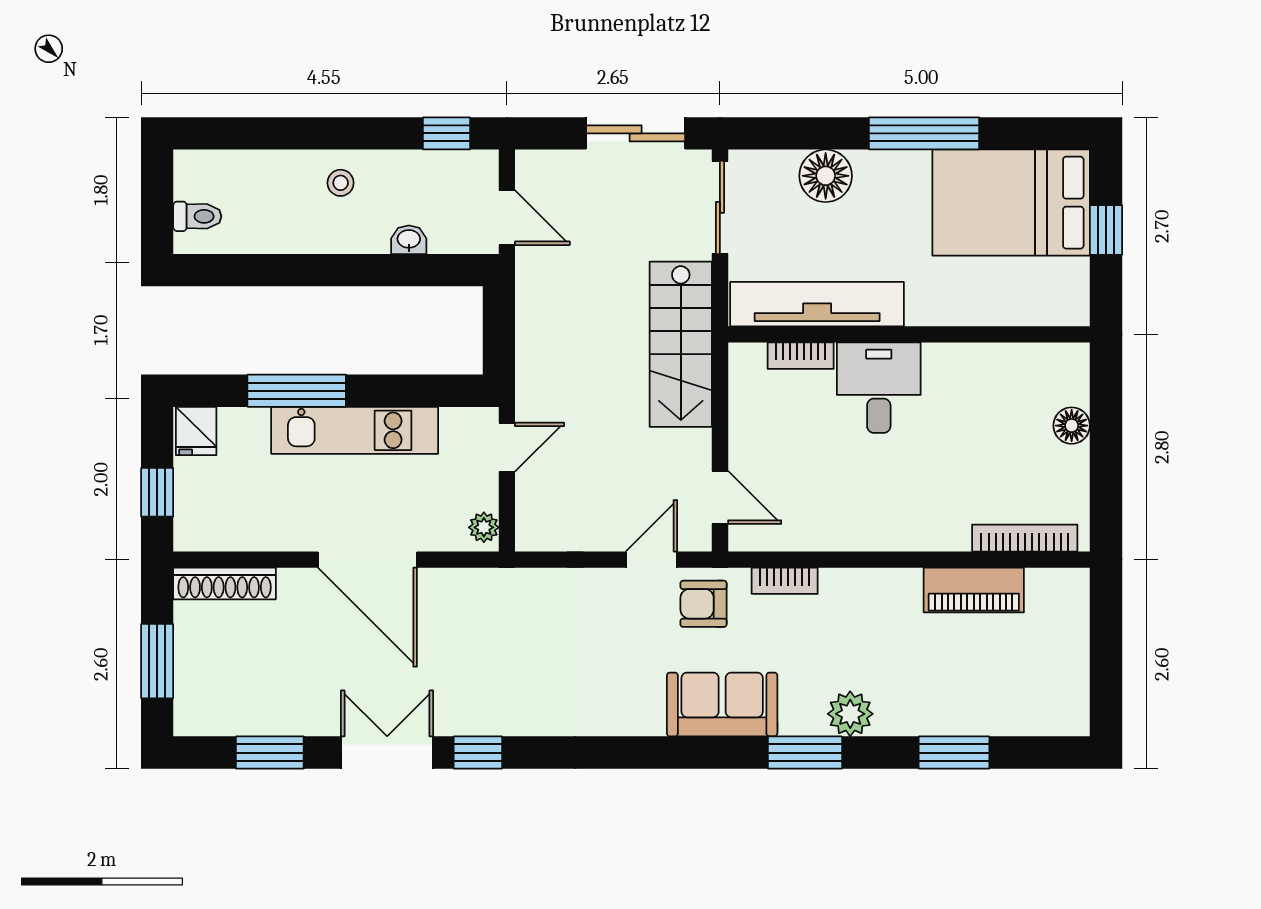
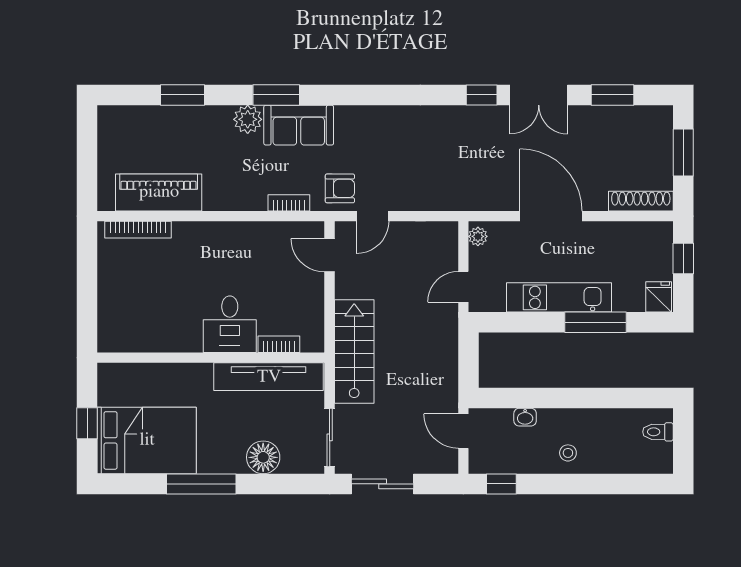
floor lamp: (1072, 426) -> (109, 300), removed
piano: (974, 590) -> (159, 192), width x1.37, depth x1.33
sofa: (722, 704) -> (299, 125), moved

